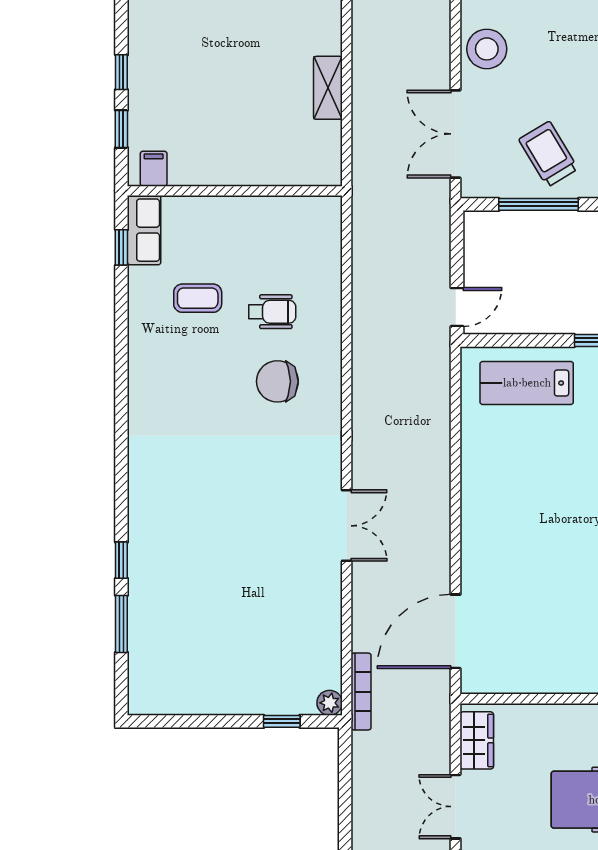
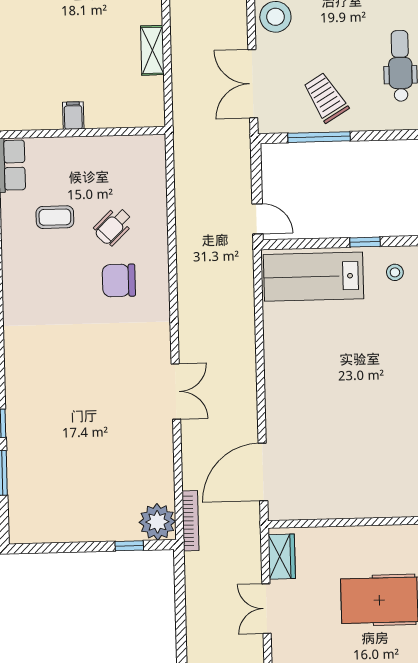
filing cabinet: (154, 169) -> (73, 116), moved
door: (457, 307) -> (258, 219), hinge flipped
wheelchair: (272, 312) -> (113, 226), turned 136
lab bench: (527, 383) -> (313, 277), width x1.36, depth x1.39
plant: (330, 703) -> (157, 522), width x1.88, depth x1.88

